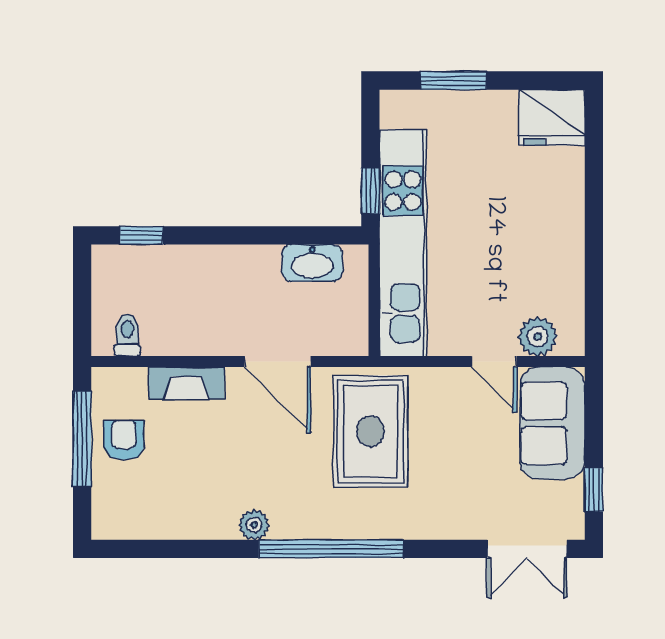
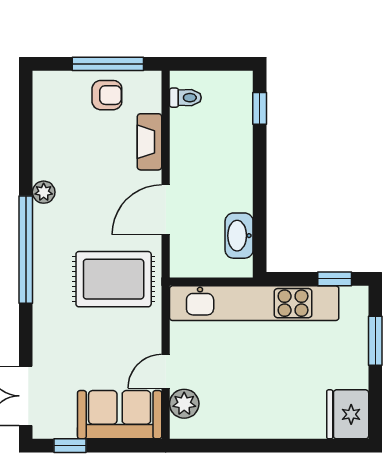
window: (370, 191) -> (335, 279), moved

